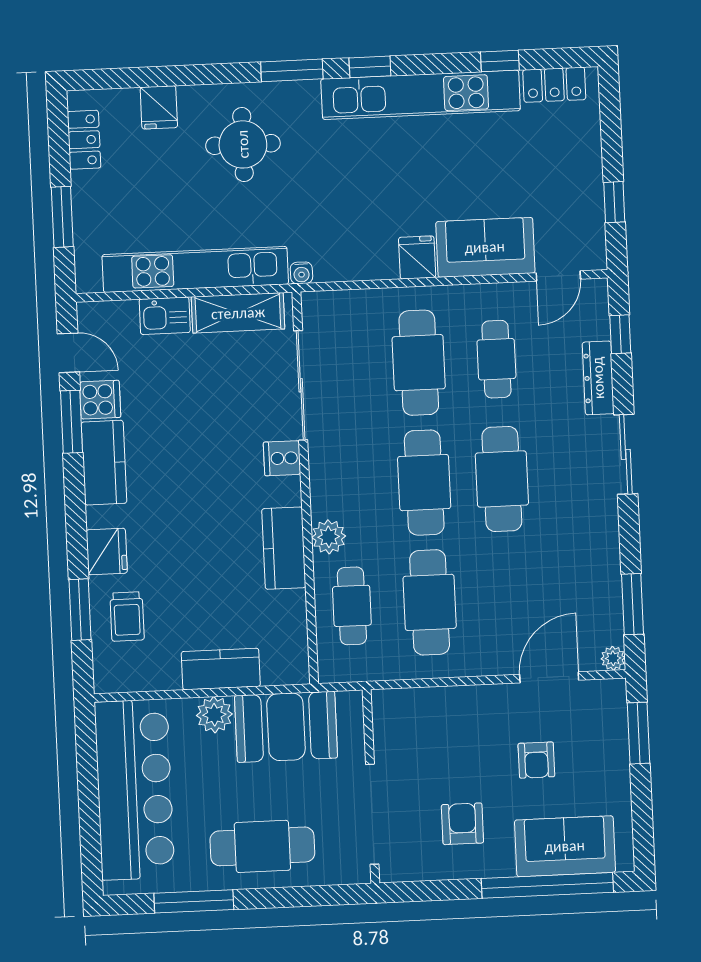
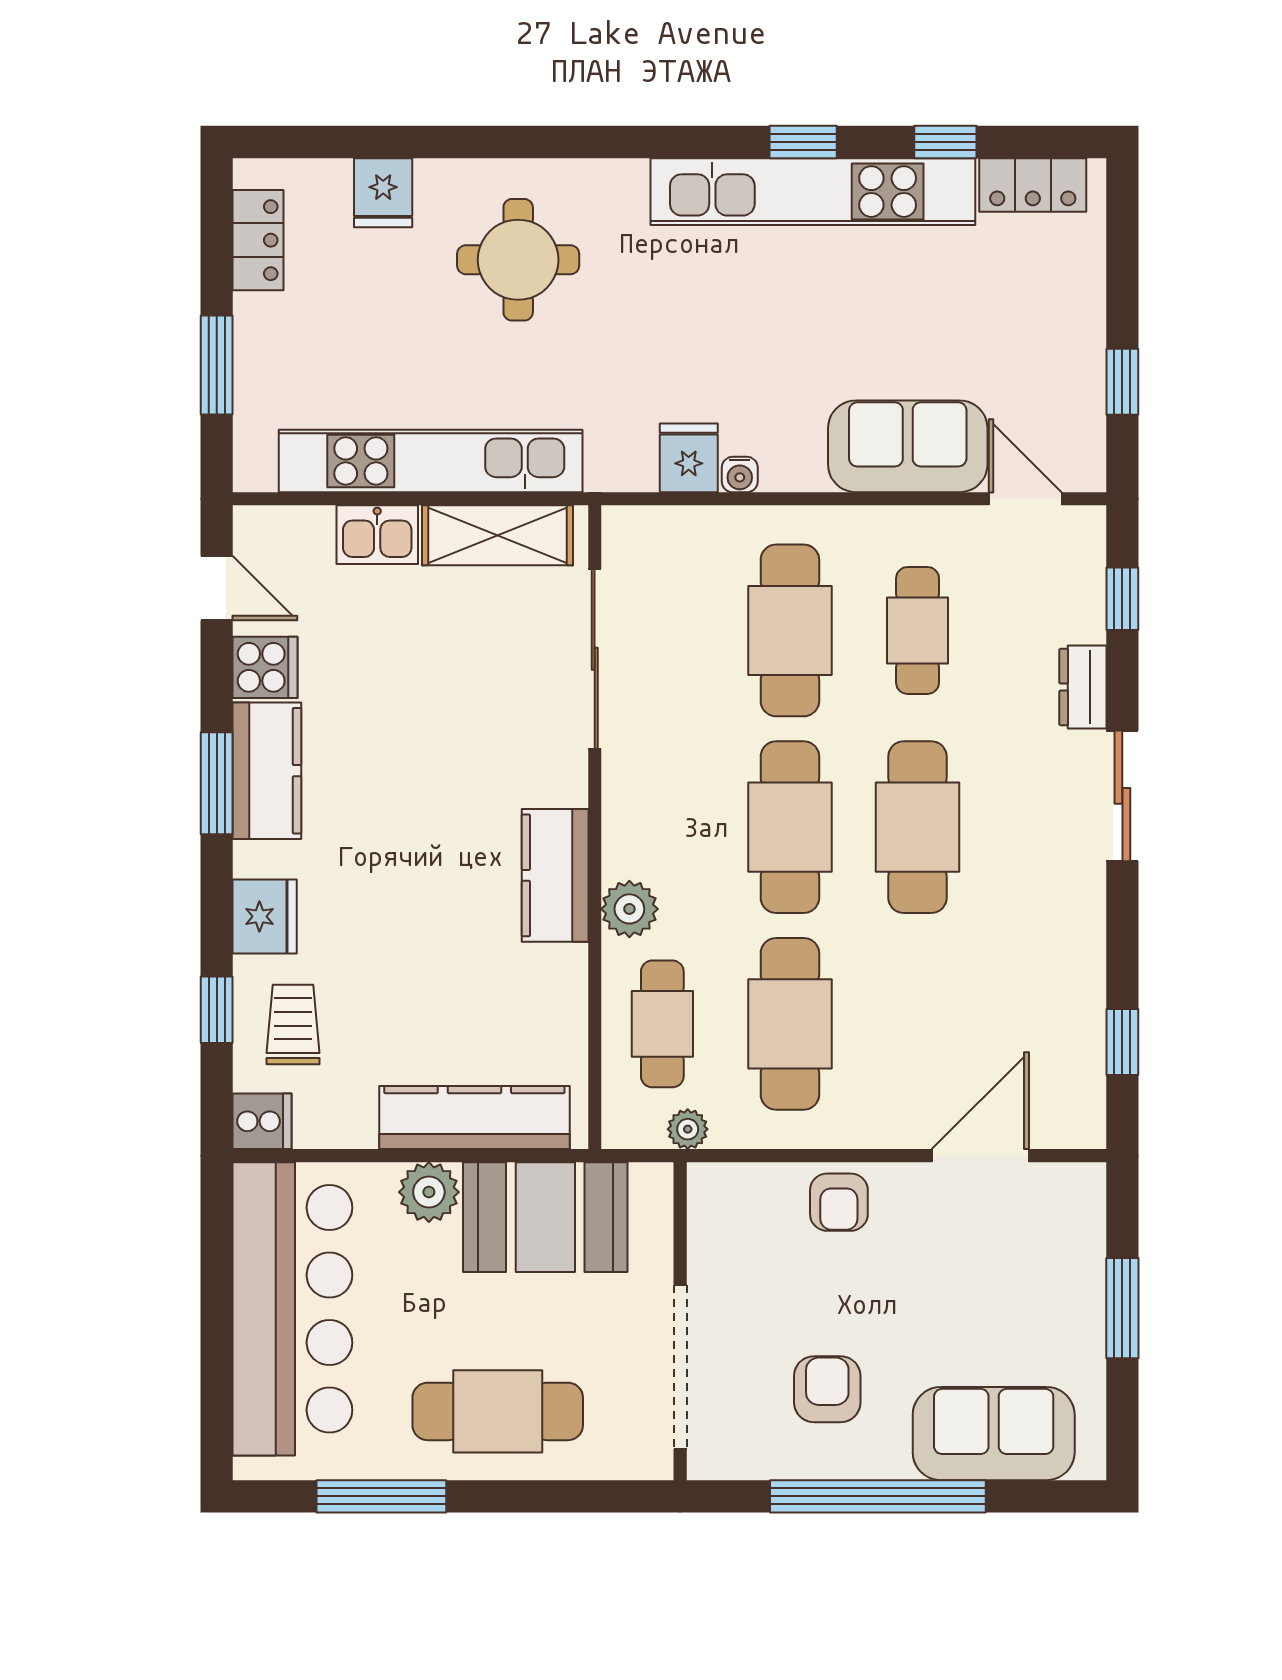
window: (370, 67) -> (803, 142), moved
window: (292, 70) -> (604, 142), removed
fridge: (417, 257) -> (689, 458), moved
water cooler: (301, 273) -> (740, 475), moved
door: (558, 276) -> (1025, 499), swing flipped
dresser: (598, 378) -> (1083, 687), width x0.70
window: (72, 422) -> (217, 783), moved
cooker: (282, 458) -> (262, 1121), moved, turned 180
kitchen counter: (284, 548) -> (555, 875), moved
window: (633, 604) -> (1122, 1042), width x0.67
window: (80, 610) -> (217, 1010), width x0.67
trolley: (127, 616) -> (293, 1025), turned 180
plant: (613, 658) -> (688, 1129), moved
kitchen counter: (221, 669) -> (474, 1118), width x1.50
window: (638, 733) -> (1122, 1308), moved
armchair: (536, 760) -> (839, 1202), moved
window: (547, 885) -> (878, 1496), moved

